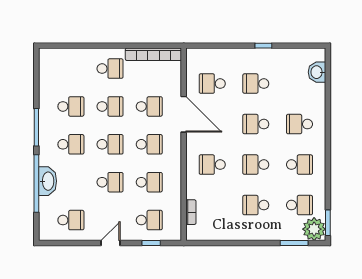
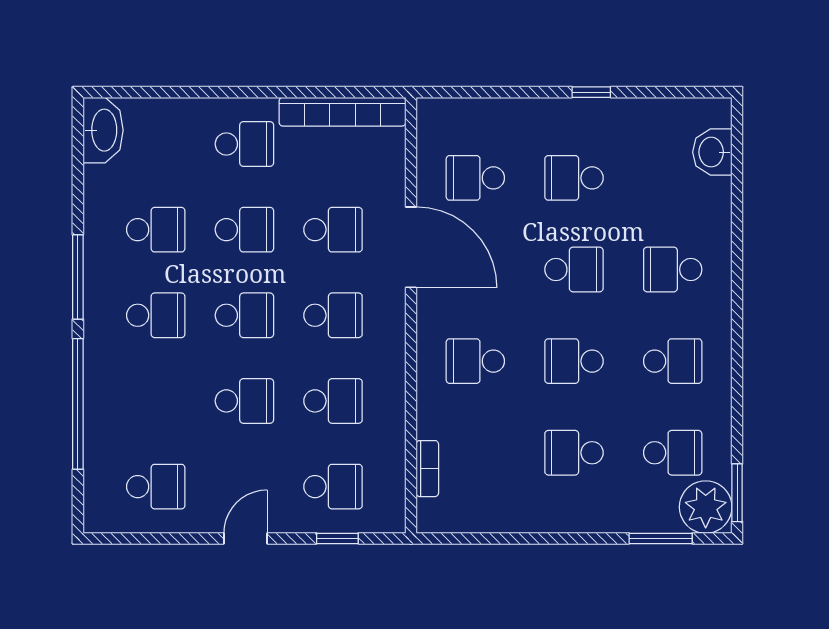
school desk: (256, 124) -> (574, 269), turned 180
washbasin: (48, 181) -> (103, 130), moved

